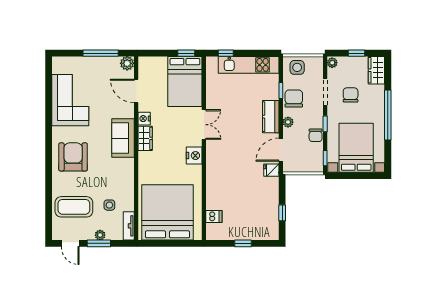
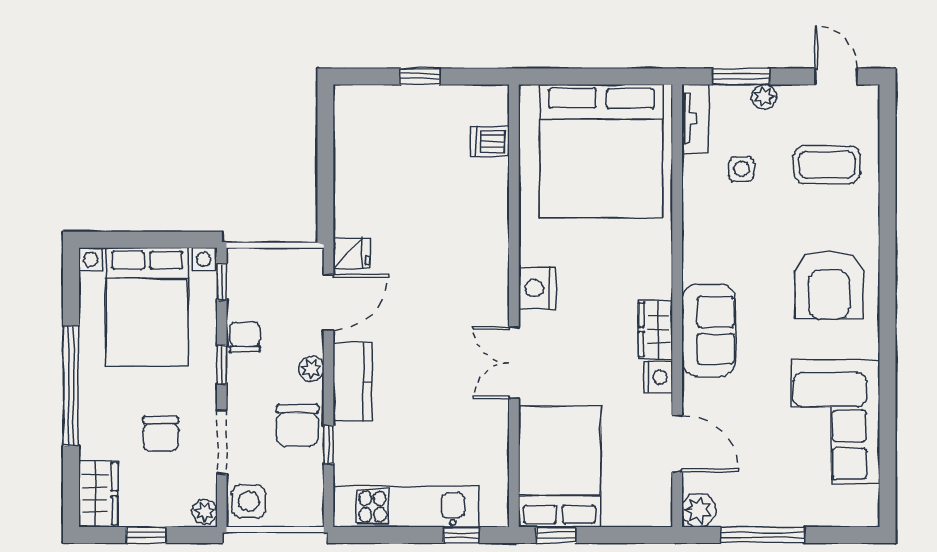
side table: (297, 67) -> (249, 501), moved
coffee table: (74, 207) -> (827, 165), width x0.73, depth x0.76
window: (282, 213) -> (325, 150), removed
window: (99, 243) -> (741, 76), moved

